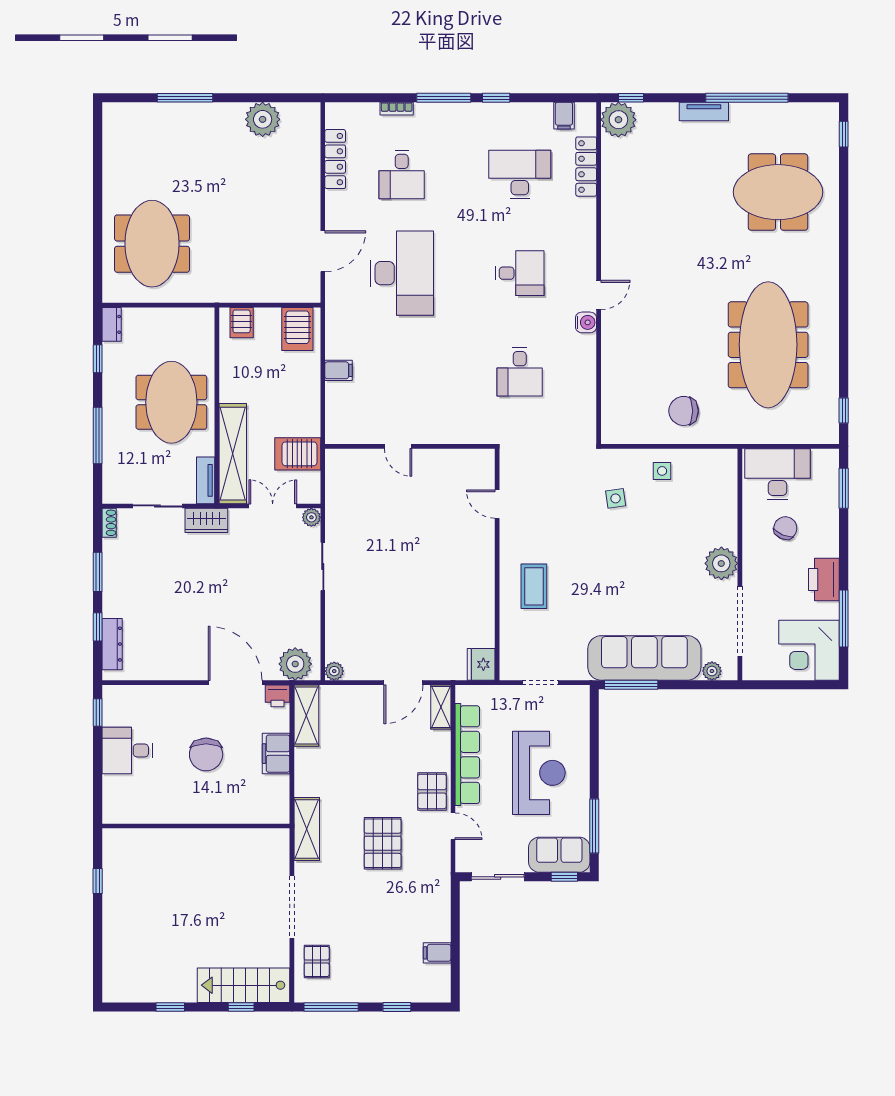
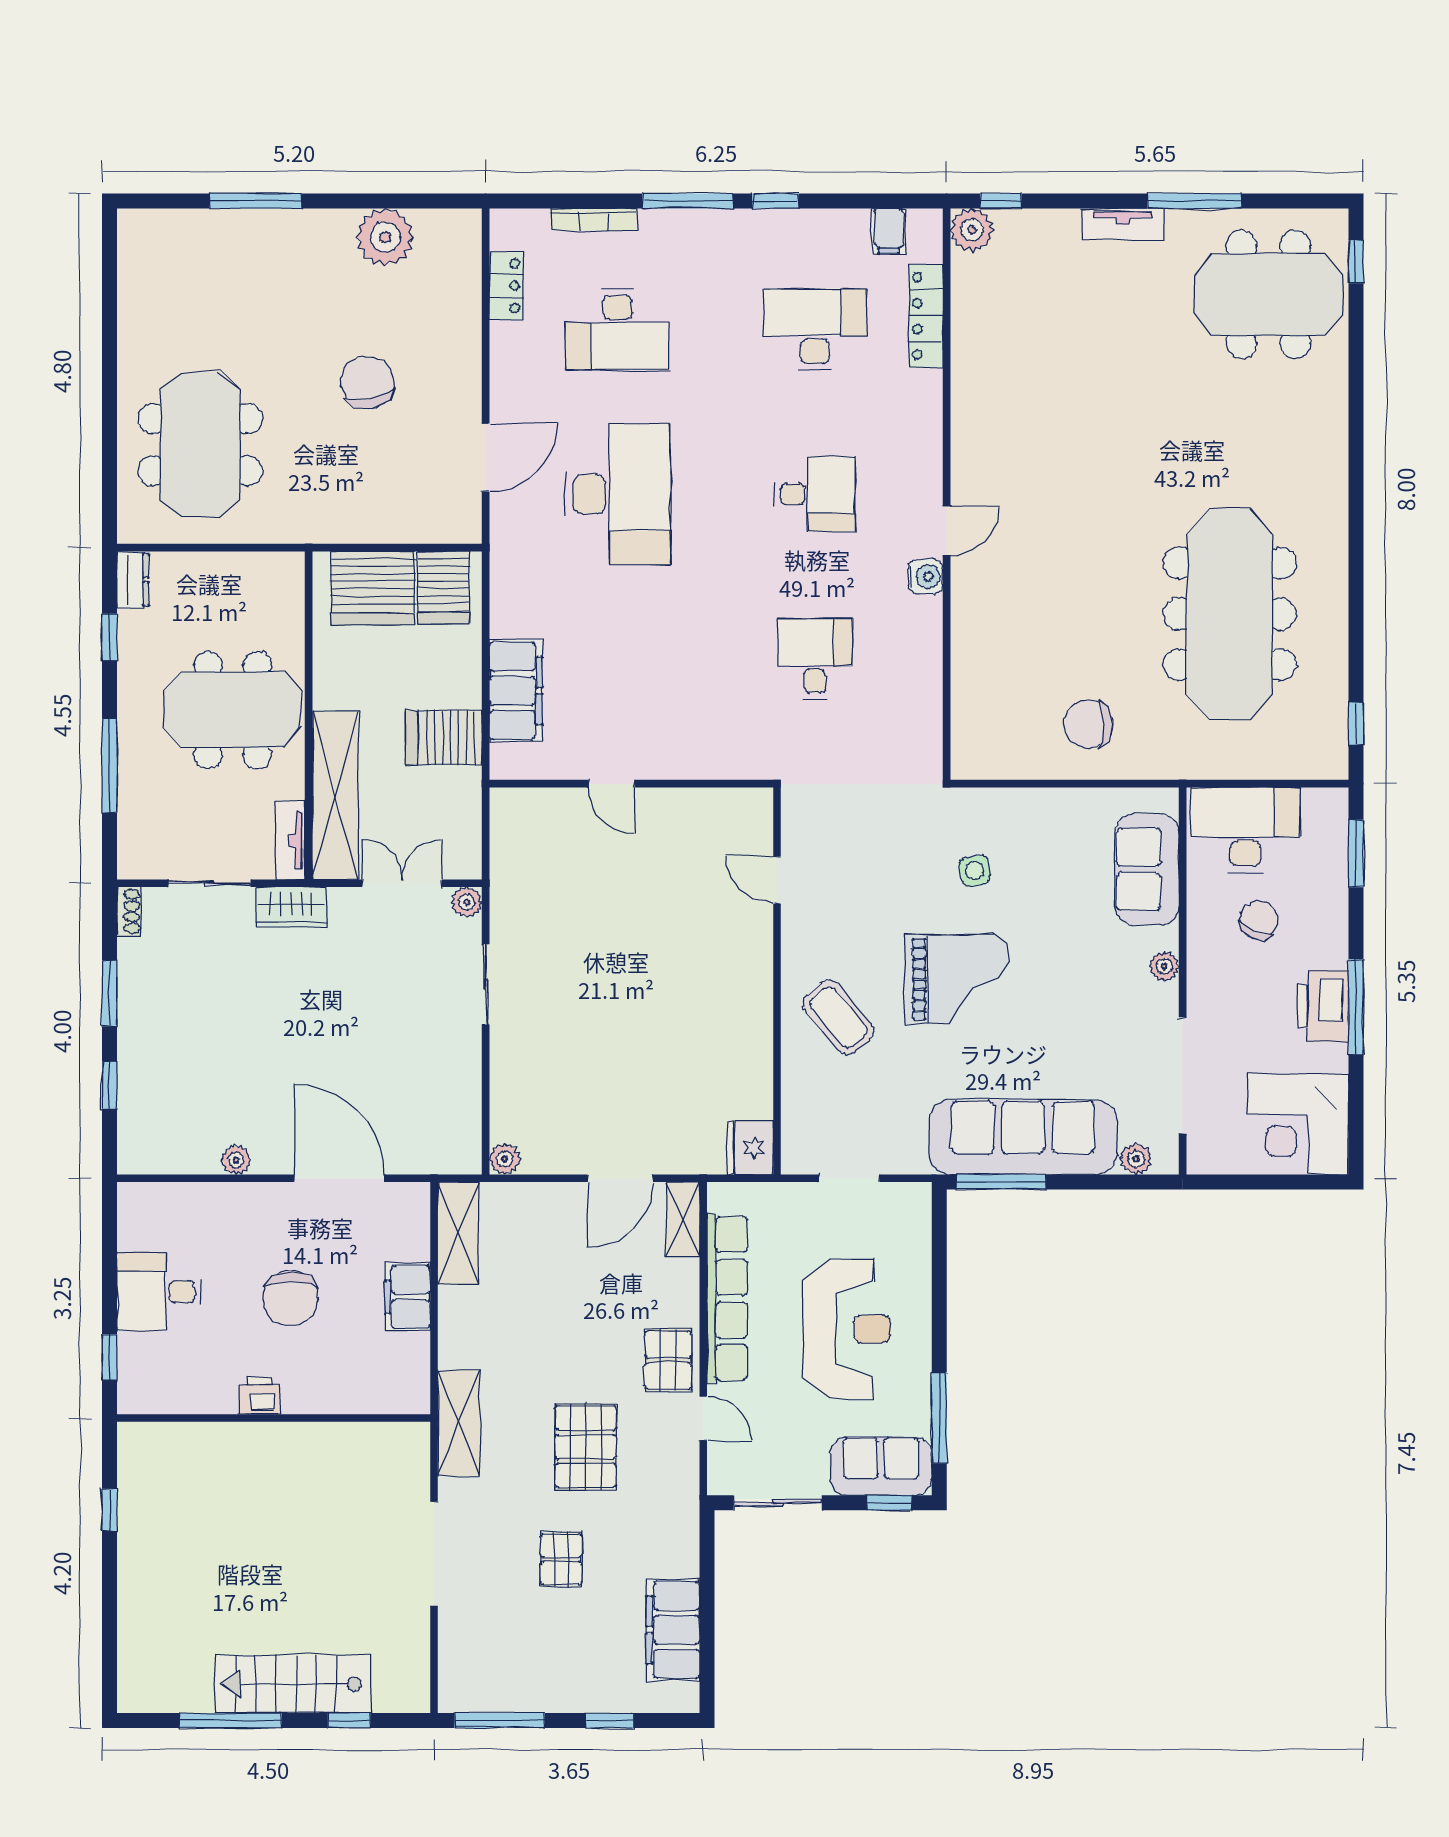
window: (747, 98) -> (1194, 201), width x0.68
bookcase: (397, 109) -> (594, 219), width x1.56
plant: (618, 120) -> (972, 230), width x0.73, depth x0.73
locker: (335, 159) -> (506, 286), width x0.66
desk: (402, 174) -> (618, 329), width x1.37
meeting table: (778, 192) -> (1268, 294), moved
chair: (252, 206) -> (367, 383), added
server rack: (242, 323) -> (373, 588), width x2.18, depth x1.44
filing cabinet: (339, 370) -> (516, 691), width x3.00, depth x1.17
desk: (520, 372) -> (815, 659), turned 180
meeting table: (171, 402) -> (233, 710), turned 90
server rack: (298, 454) -> (444, 738), moved
side table: (662, 471) -> (1053, 825), removed
sofa: (719, 498) -> (1147, 869), added
plant: (721, 563) -> (1164, 966), width x0.53, depth x0.53
grand piano: (605, 564) -> (957, 979), added
coffee table: (534, 586) -> (838, 1017), turned -40
window: (844, 619) -> (1356, 1007), moved
dresser: (112, 644) -> (134, 1114), removed
plant: (295, 664) -> (236, 1160), moved, width x0.53, depth x0.53
printer: (278, 696) -> (259, 1396), moved, turned 180
window: (98, 713) -> (109, 1357), moved
filing cabinet: (437, 953) -> (673, 1630), width x3.00, depth x1.17
pallet: (317, 962) -> (561, 1559), moved
stairs: (244, 985) -> (293, 1684), moved
window: (170, 1007) -> (231, 1720), width x2.17

